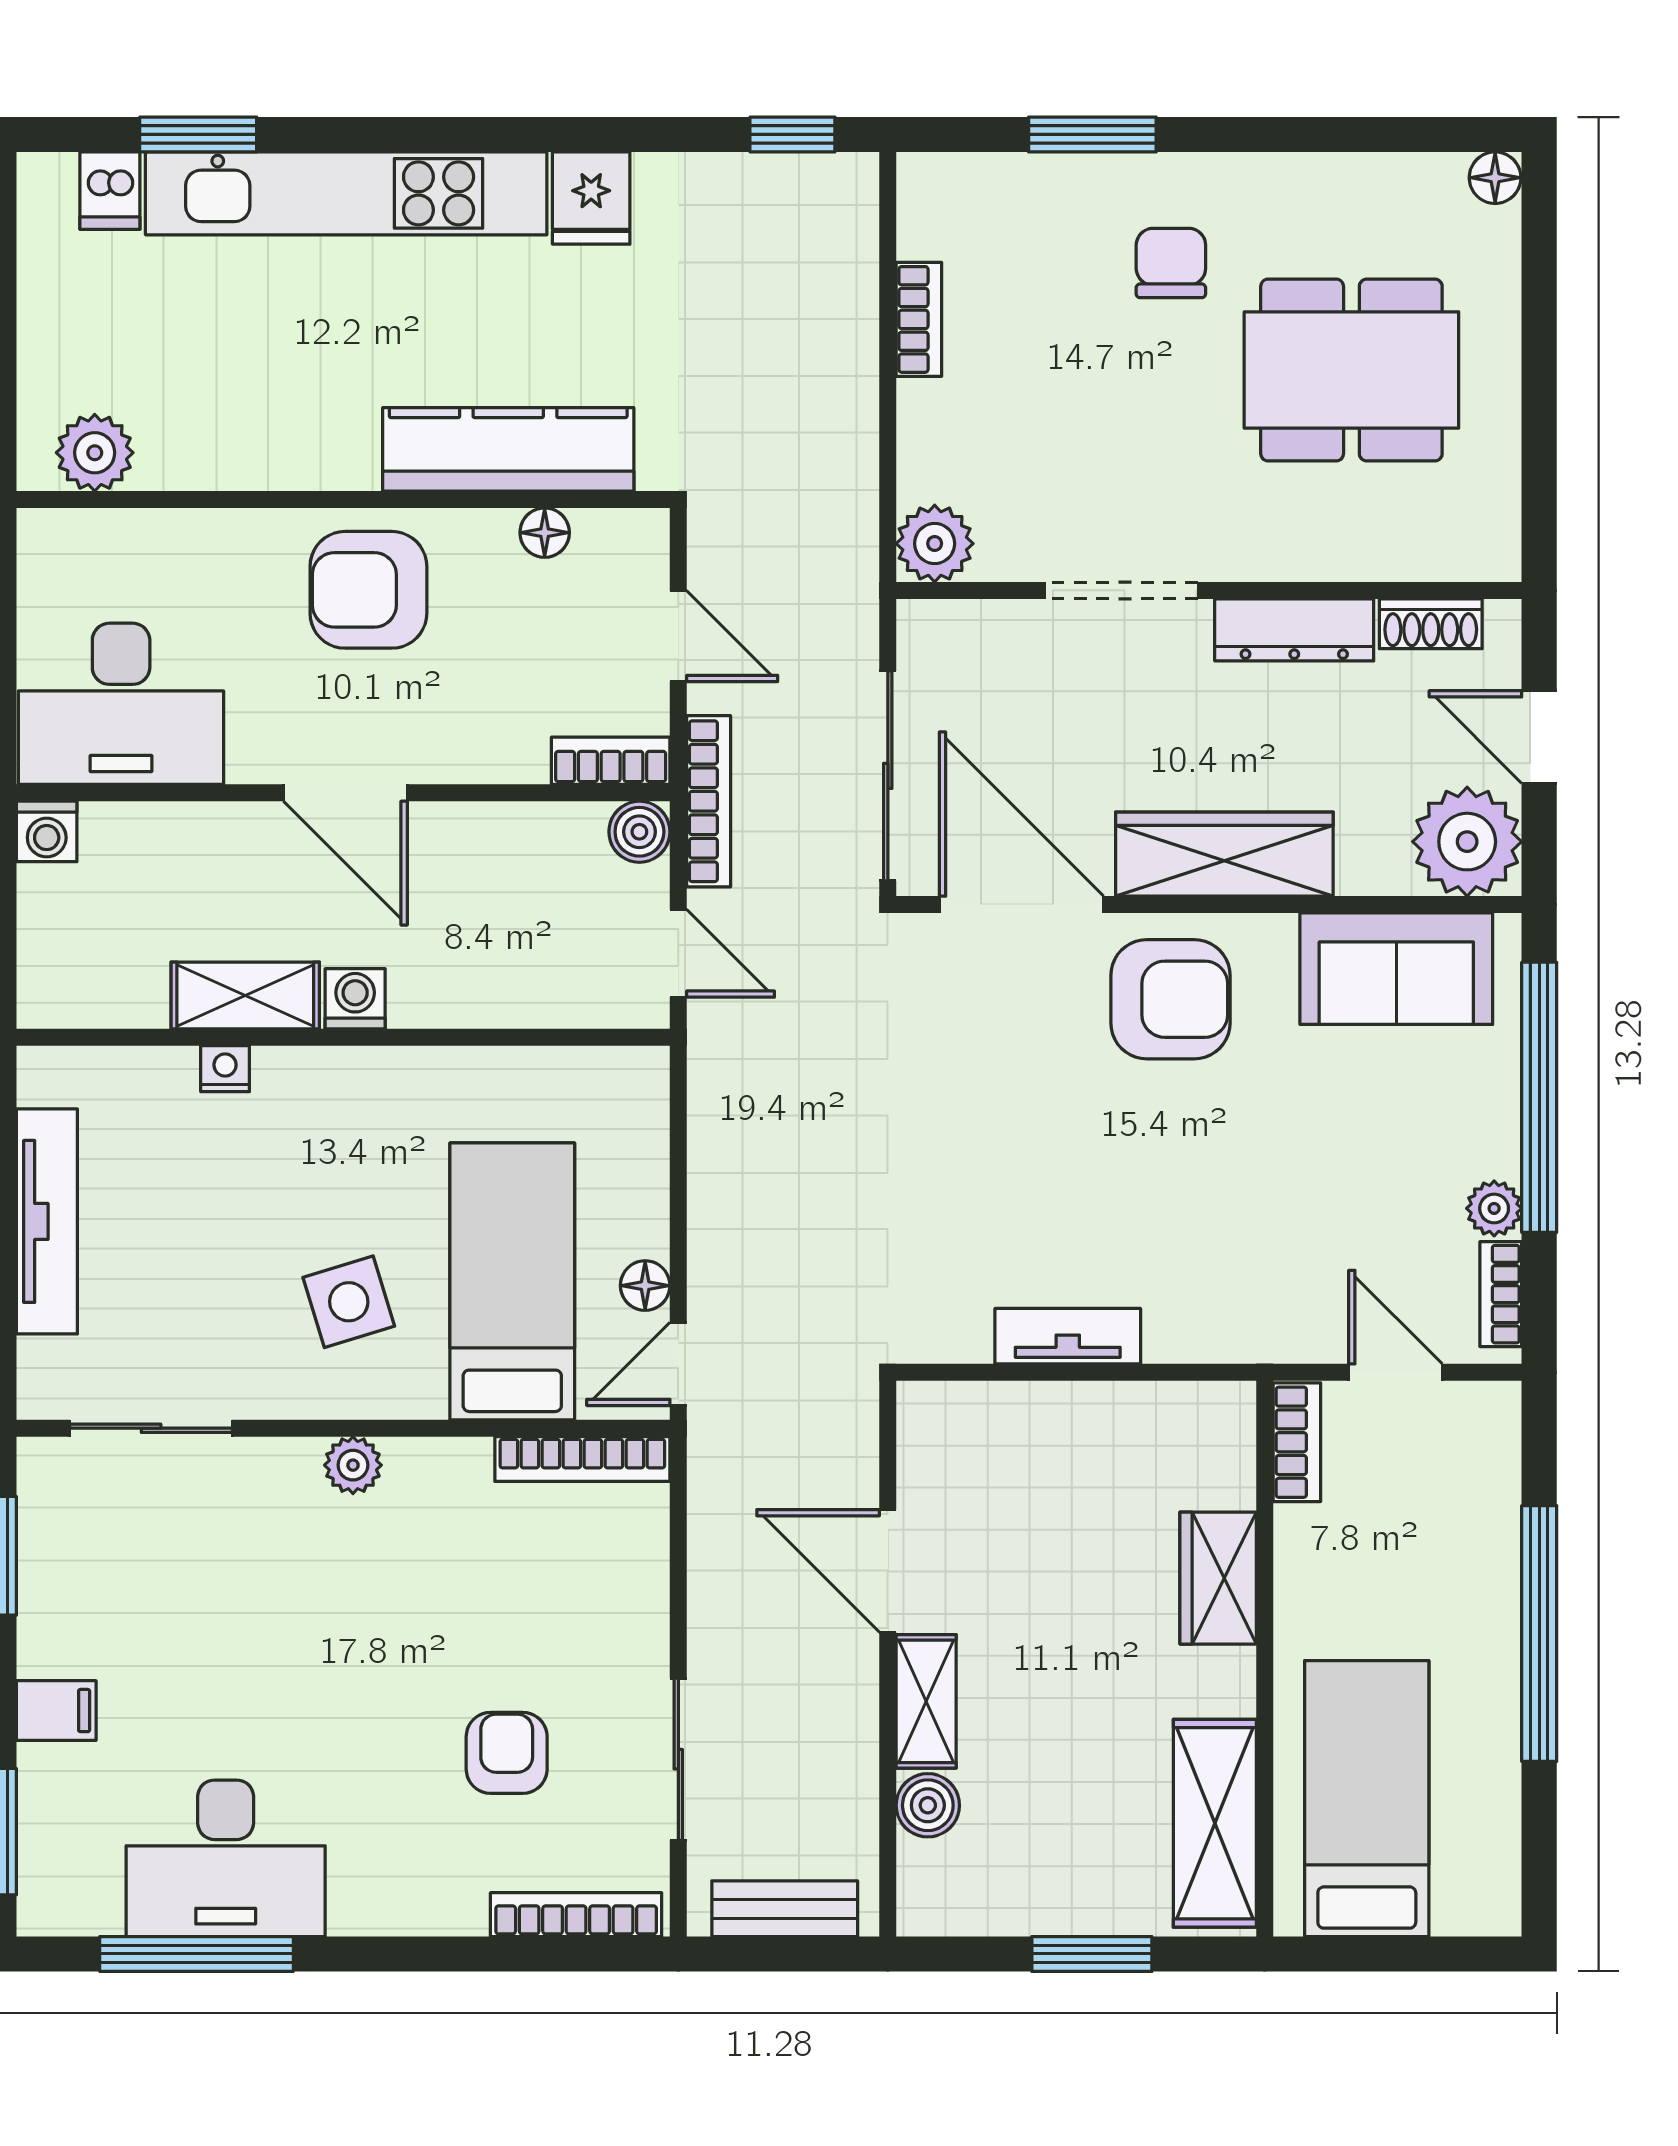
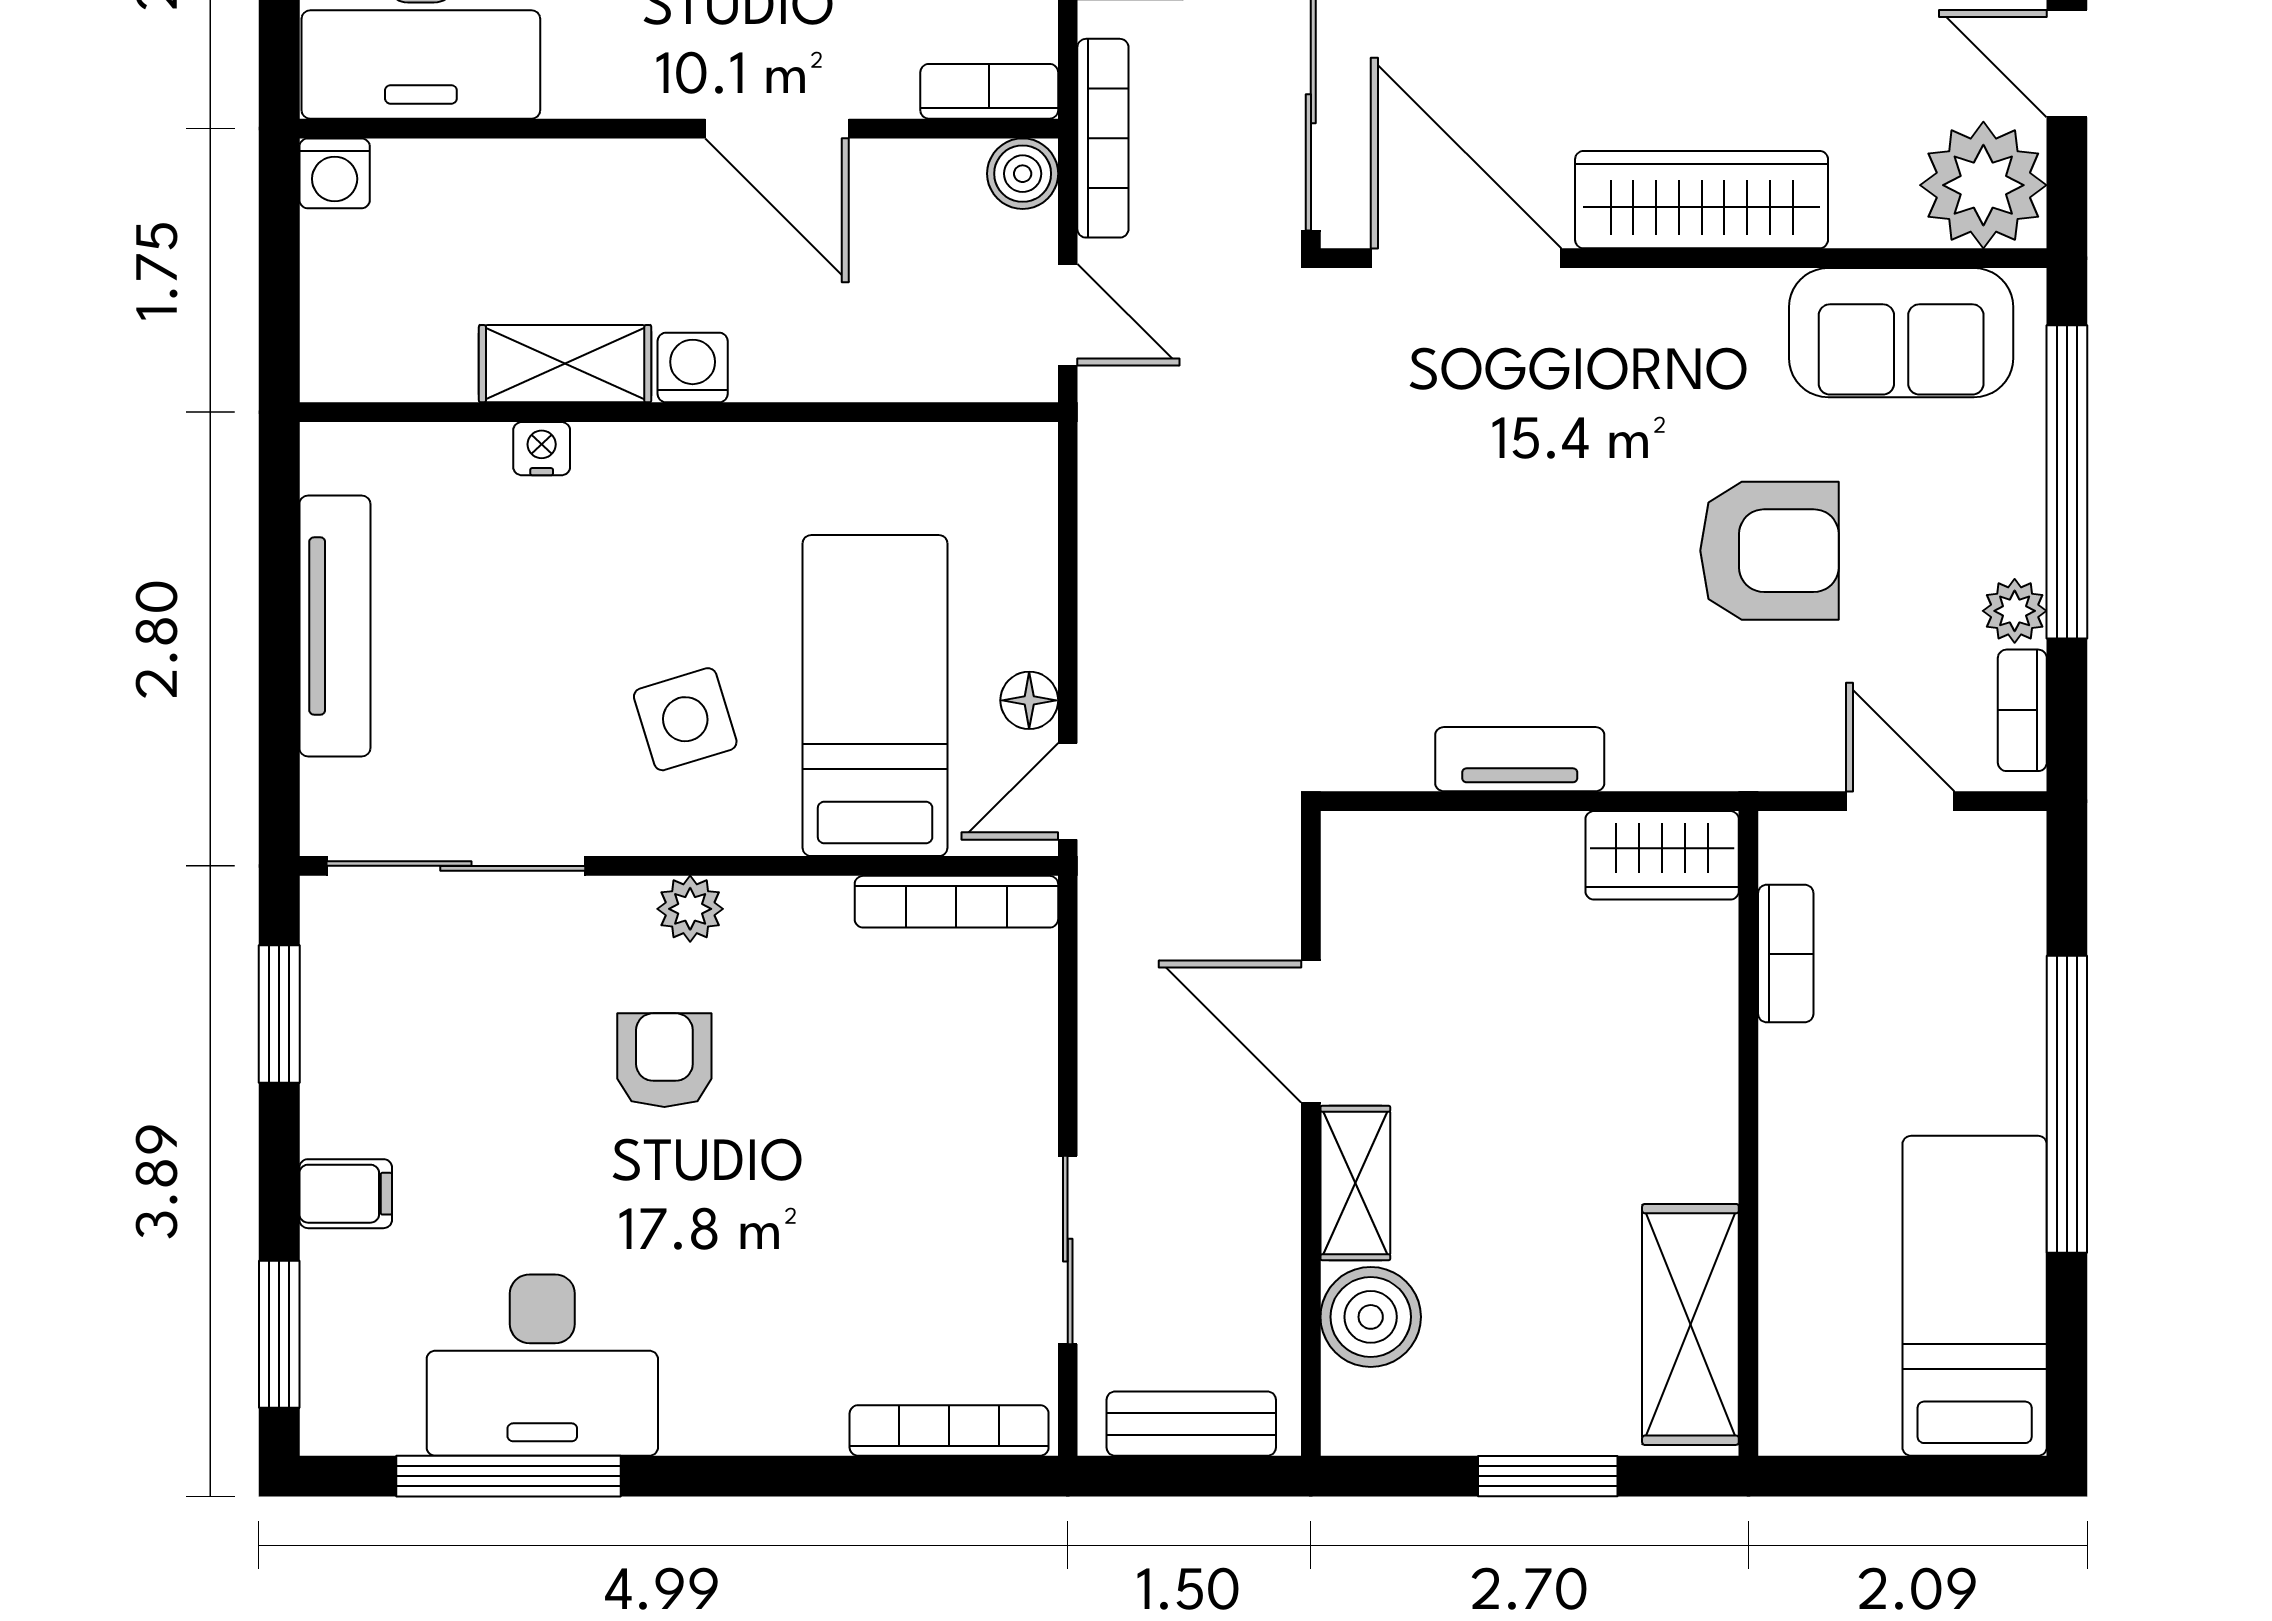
door: (345, 793) -> (777, 129), moved
armchair: (1170, 999) -> (1769, 551), moved
sliding door: (151, 1428) -> (456, 866), width x1.37
bookcase: (1297, 1442) -> (1786, 954), moved
wardrobe: (1218, 1578) -> (1662, 855), moved, turned -90
armchair: (507, 1753) -> (664, 1060), moved
bed: (1367, 1799) -> (1975, 1296), moved
boiler: (928, 1805) -> (1371, 1317), width x1.36, depth x1.36

